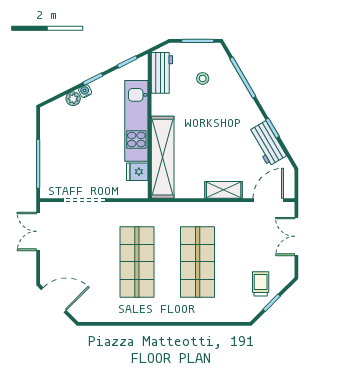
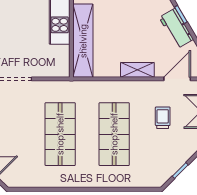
fridge: (137, 172) -> (60, 54), removed
trolley: (261, 284) -> (163, 118), moved

